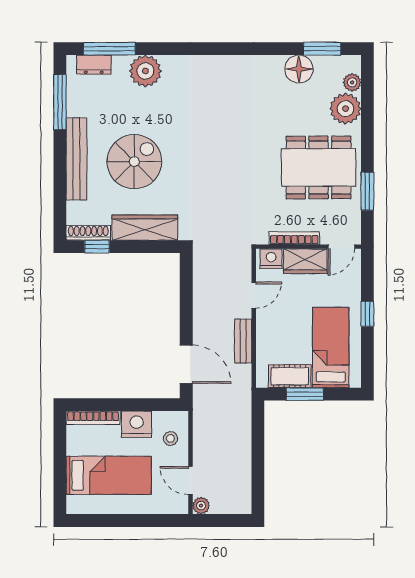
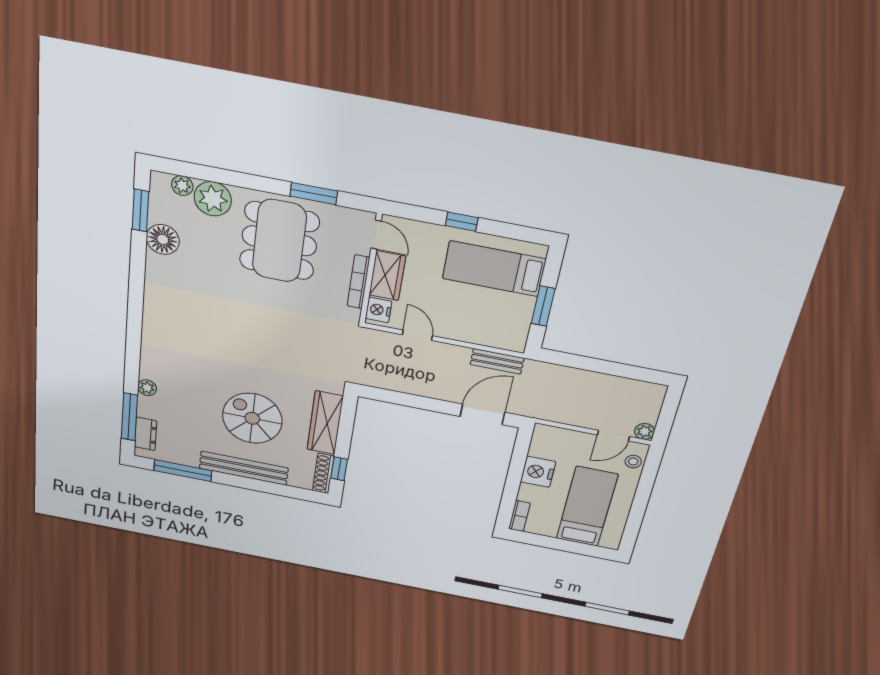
plant: (145, 71) -> (147, 388), width x0.53, depth x0.53
bench: (243, 341) -> (497, 361), moved
cot: (290, 376) -> (519, 317), removed
bookcase: (93, 418) -> (519, 516), width x0.64
stool: (170, 438) -> (633, 462), moved

